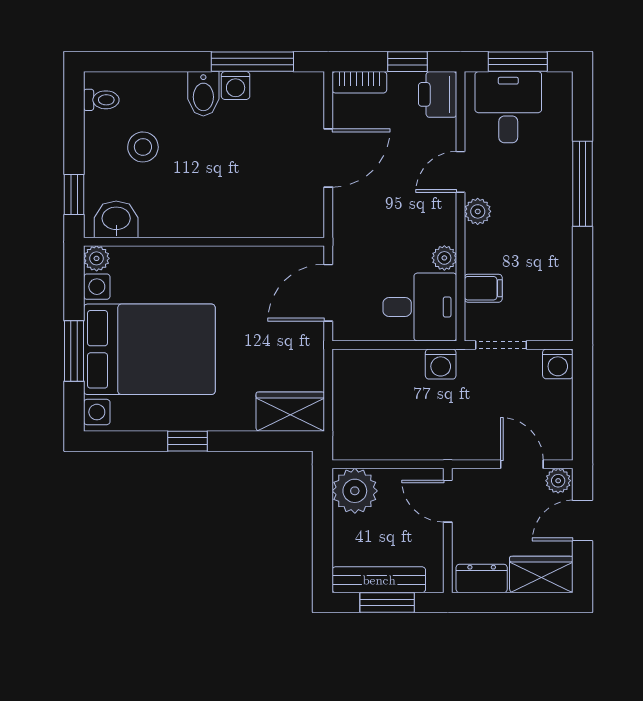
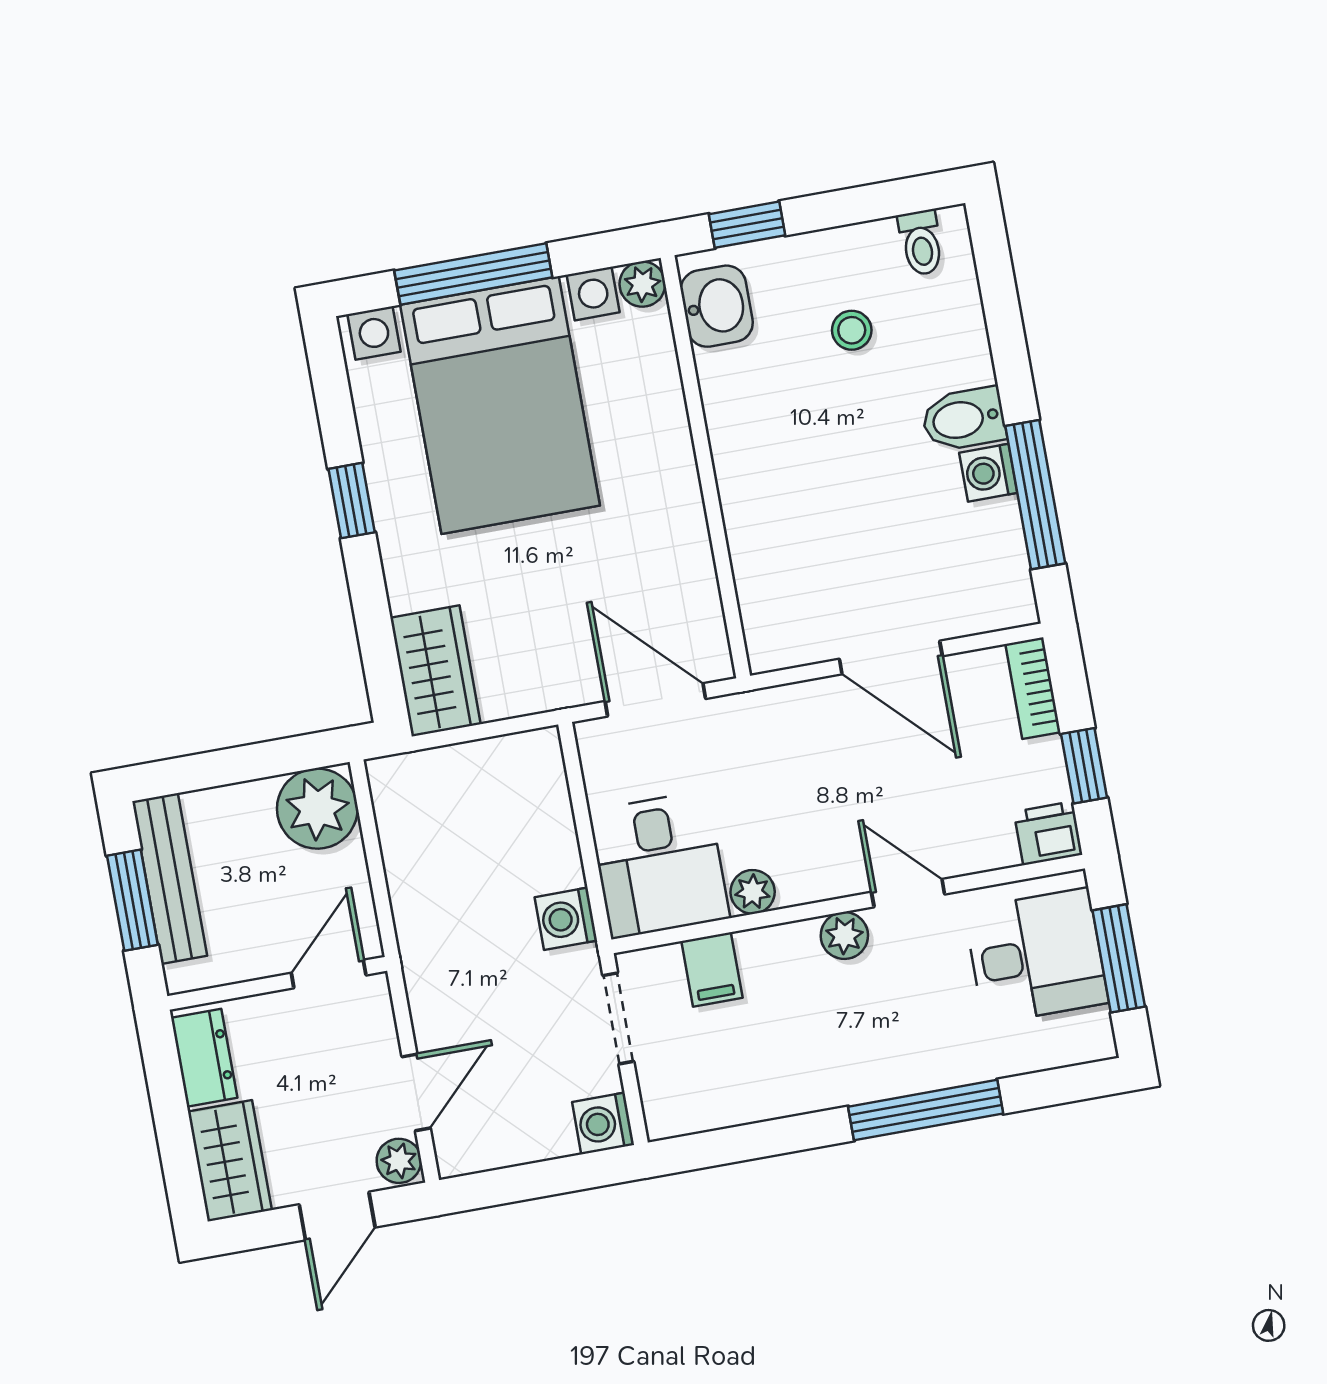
printer: (438, 94) -> (1048, 833), width x0.73, depth x0.81
stool: (143, 147) -> (852, 330), width x0.73, depth x0.73
window: (74, 351) -> (473, 274), width x1.44
door: (583, 521) -> (337, 1216), swing flipped

